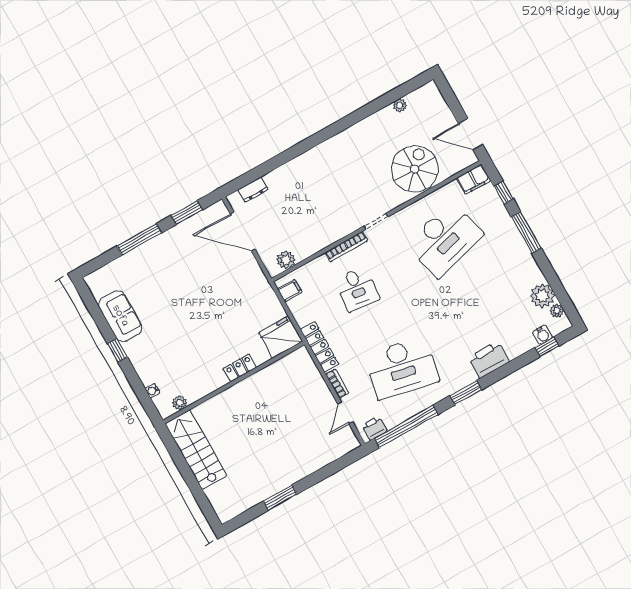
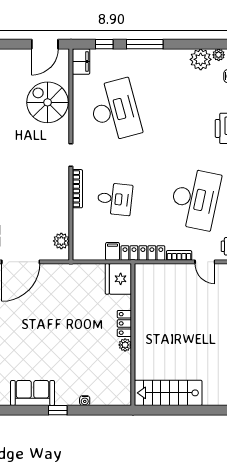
filing cabinet: (290, 291) -> (113, 251), moved
water cooler: (153, 391) -> (85, 401), moved
plant: (180, 403) -> (125, 345), moved

